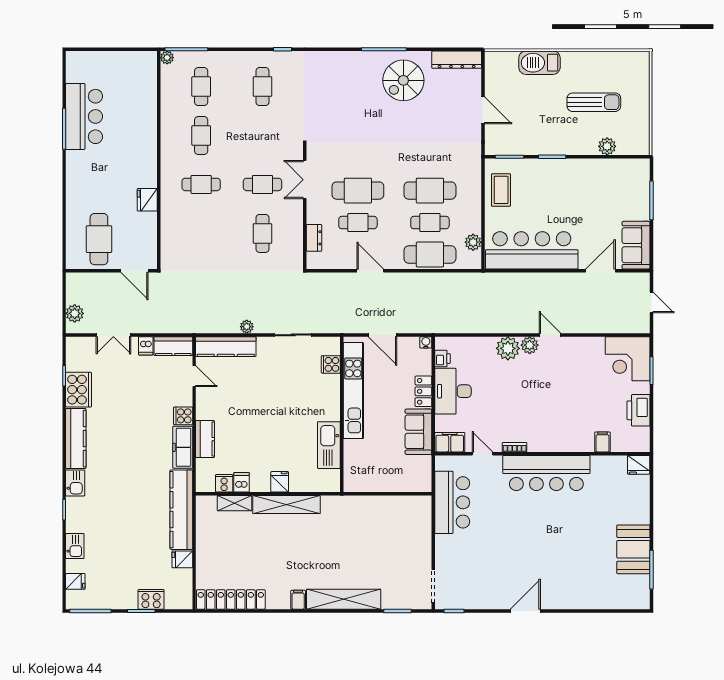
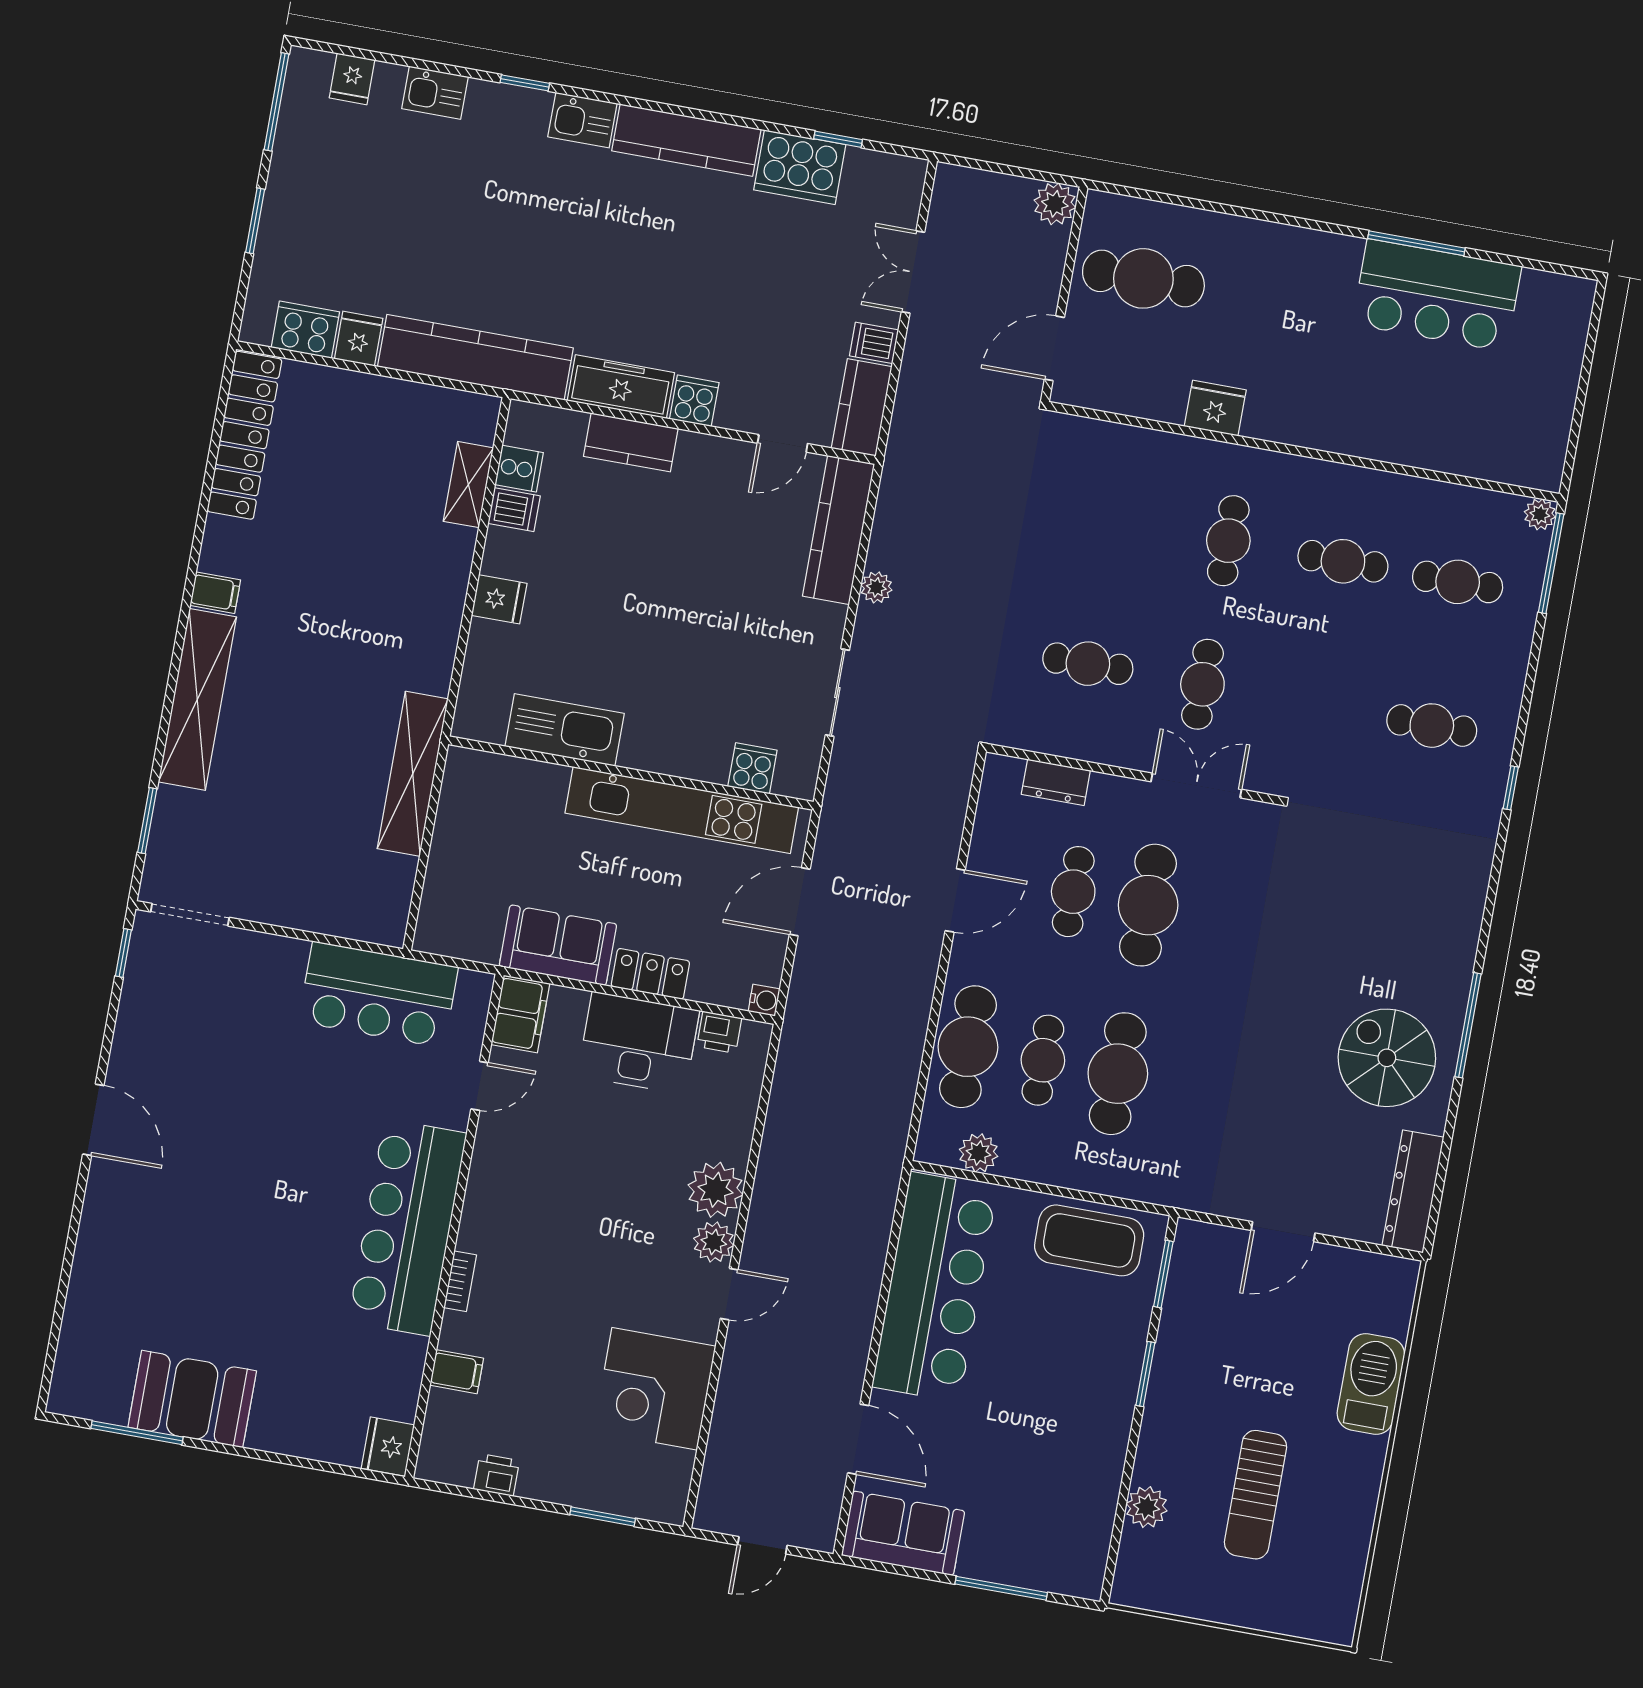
coffee table: (501, 190) -> (1089, 1240), width x1.36, depth x1.32
plant: (75, 313) -> (1055, 204), moved
corner desk: (628, 359) -> (655, 1389), moved, turned -90
printer: (638, 410) -> (497, 1475), width x0.53, depth x0.68
bookcase: (515, 447) -> (460, 1281), moved
shelving: (286, 505) -> (413, 774), moved
cooker: (151, 599) -> (305, 330), moved, turned -90

